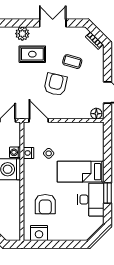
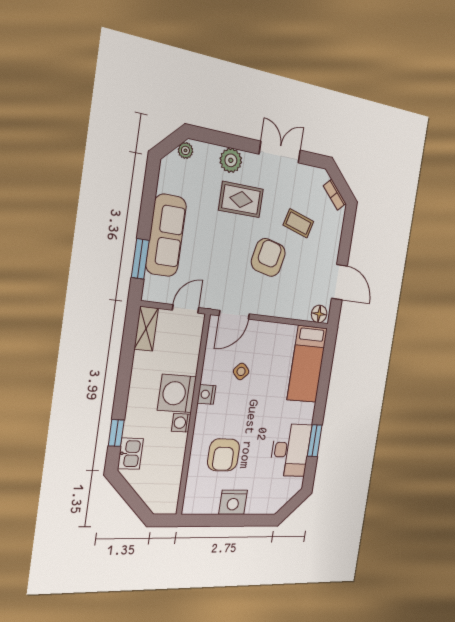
door: (39, 121) -> (234, 315), swing flipped
washing machine: (15, 152) -> (181, 423), moved
nightstand: (28, 153) -> (206, 394), moved
bed: (81, 172) -> (307, 364), moved, turned -90
nightstand: (39, 233) -> (233, 502), moved

